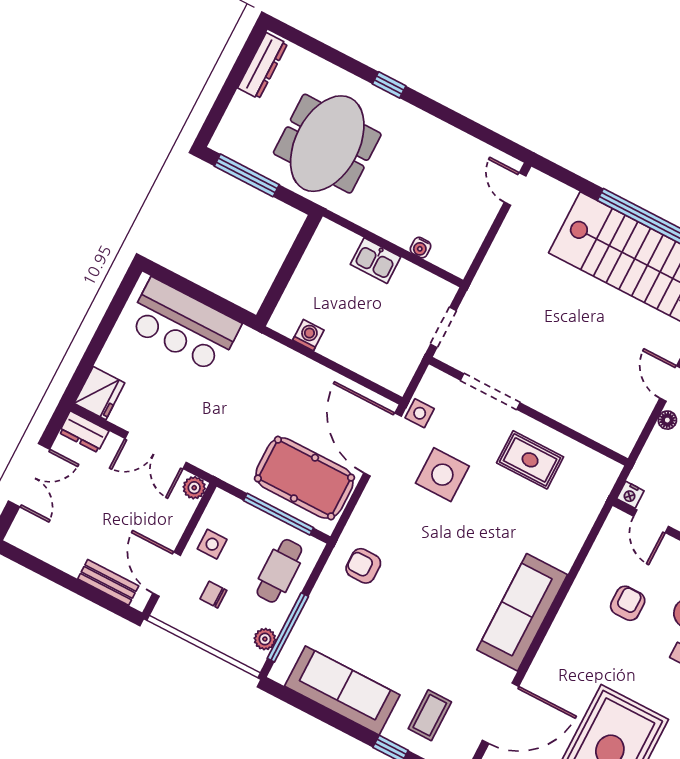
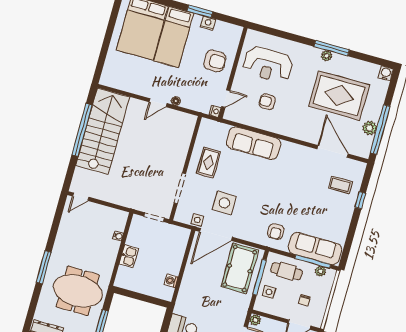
window: (389, 85) -> (44, 267), width x2.17
side table: (212, 544) -> (269, 292), moved
sofa: (522, 612) -> (253, 143), moved
sofa: (342, 691) -> (315, 249), moved, turned 90

